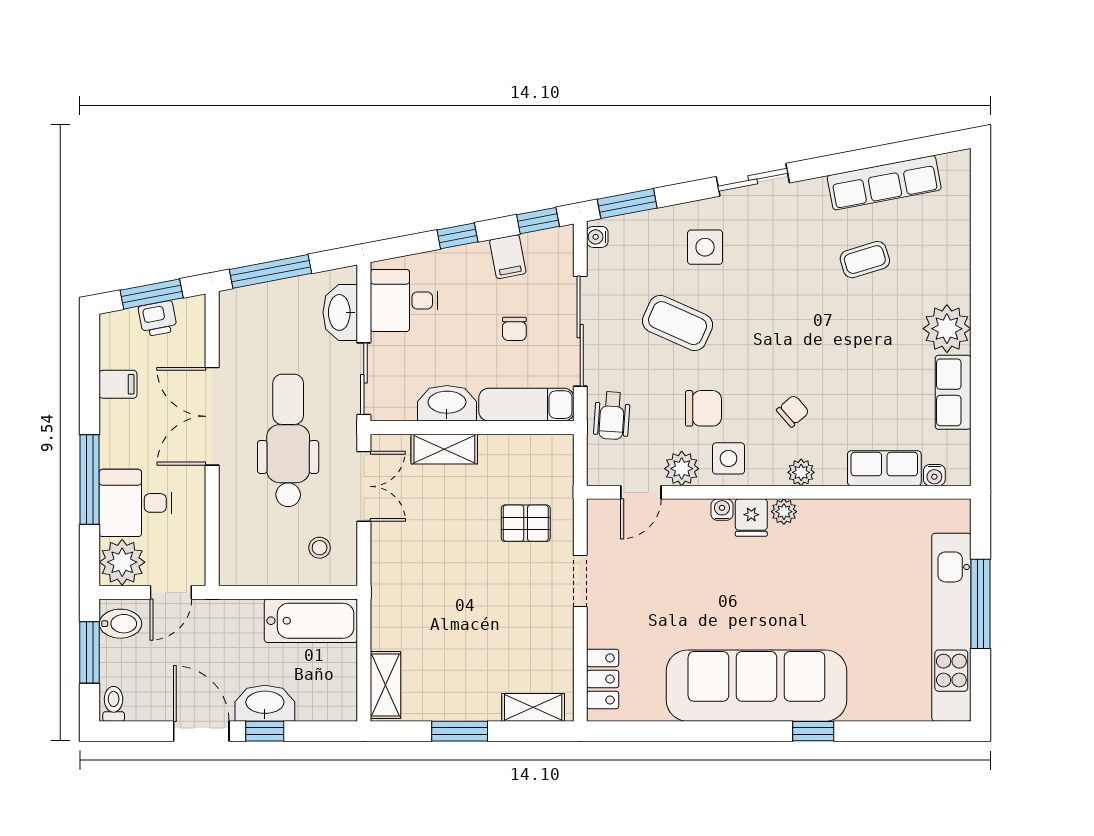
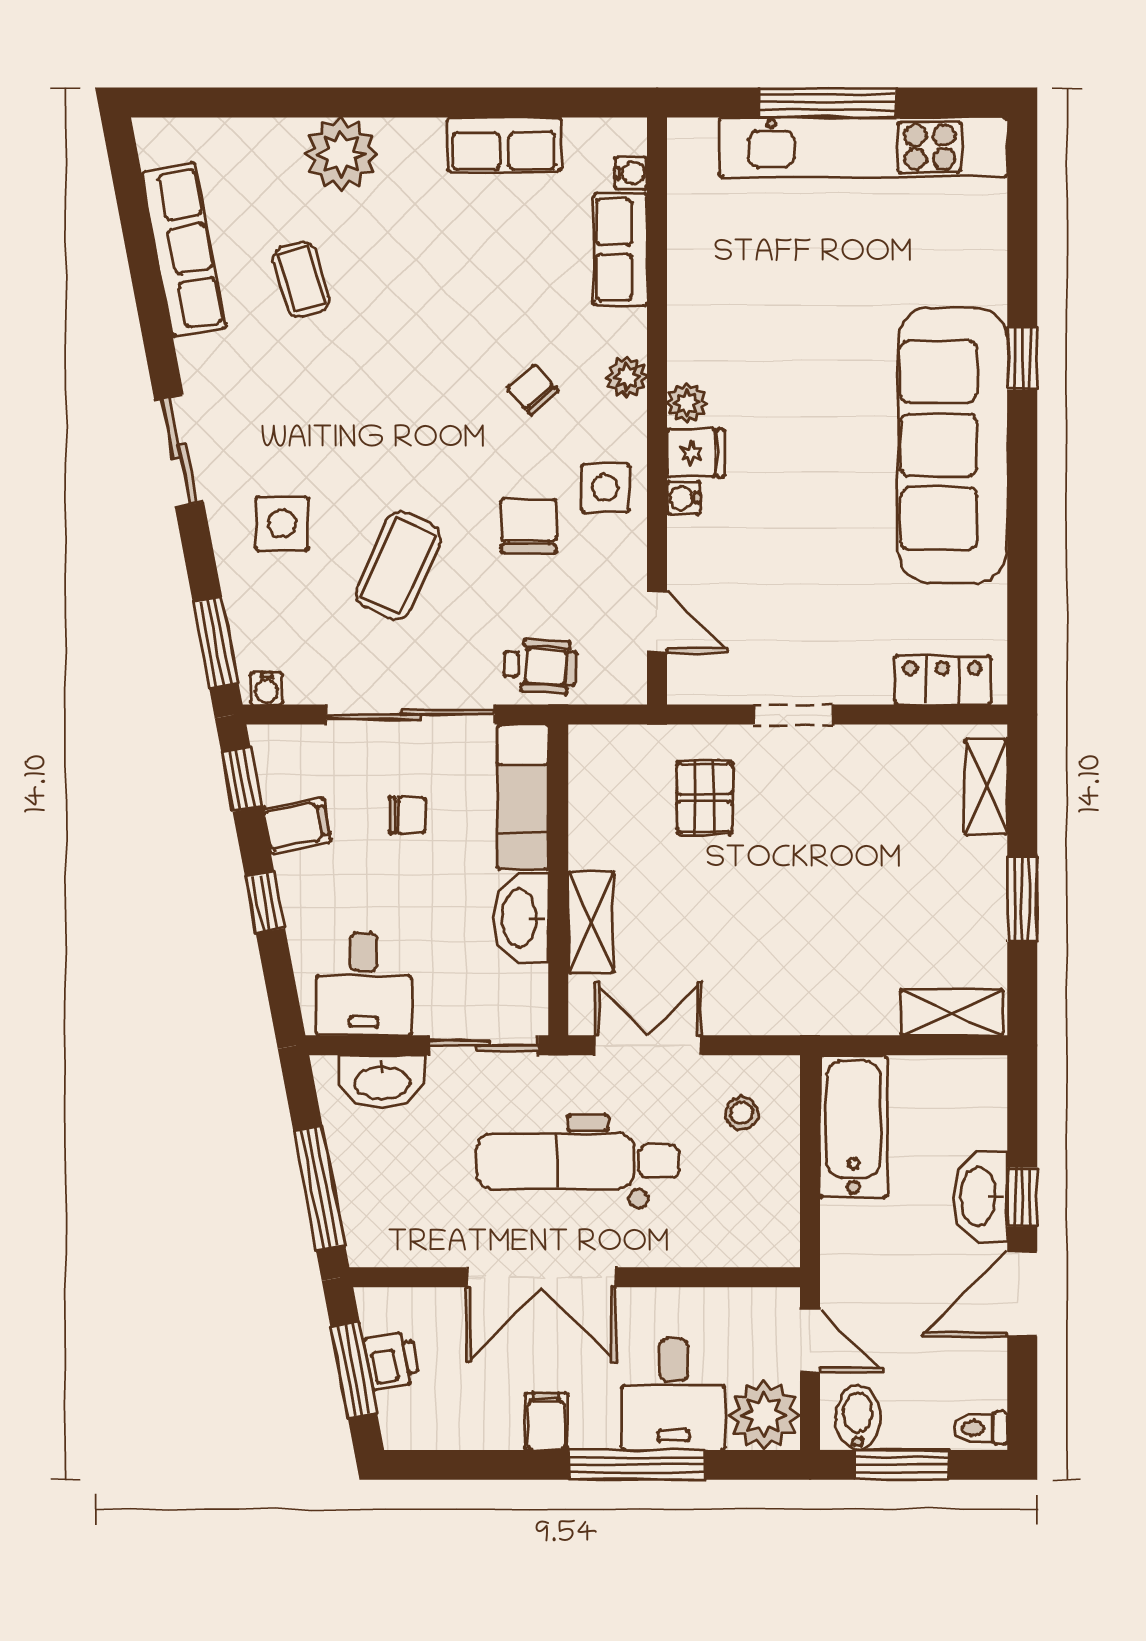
plant: (947, 329) -> (341, 154), moved
filing cabinet: (118, 384) -> (546, 1421), moved
plant: (682, 469) -> (621, 559), removed

